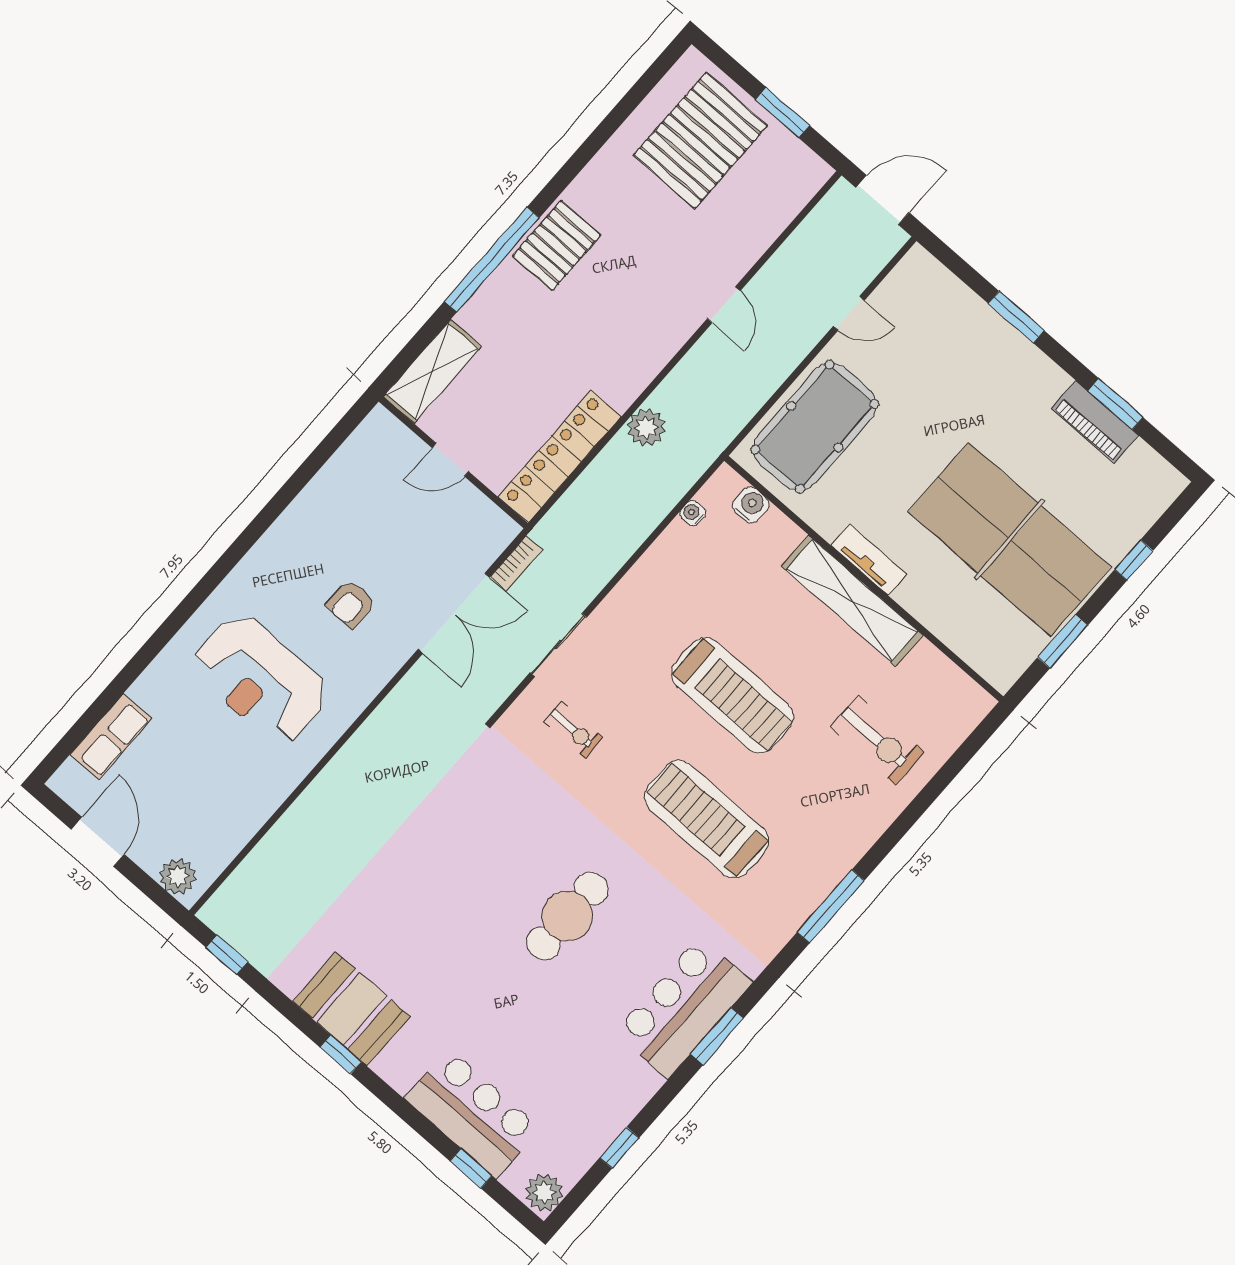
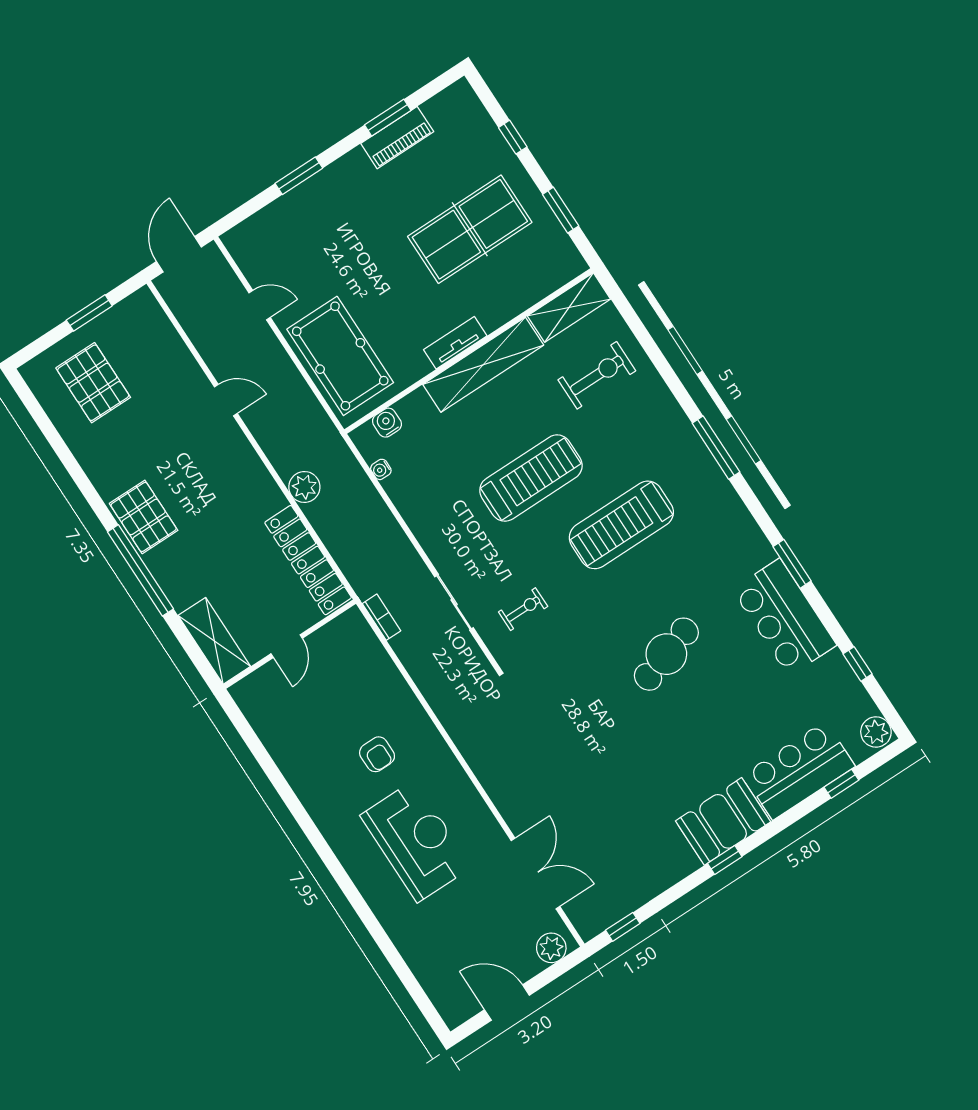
pallet: (700, 140) -> (93, 383), width x0.73, depth x0.71
door: (849, 313) -> (260, 305), hinge flipped
table tennis table: (1009, 539) -> (470, 229), width x0.73, depth x0.76
double door: (454, 613) -> (536, 874), moved
reception desk: (260, 679) -> (416, 841), turned -90
shelving: (949, 684) -> (569, 307), added
row of seats: (111, 736) -> (428, 969), removed
cafe table: (567, 916) -> (666, 654), turned 72
bar counter: (683, 1007) -> (784, 617), moved
booth: (351, 1009) -> (723, 821), moved

